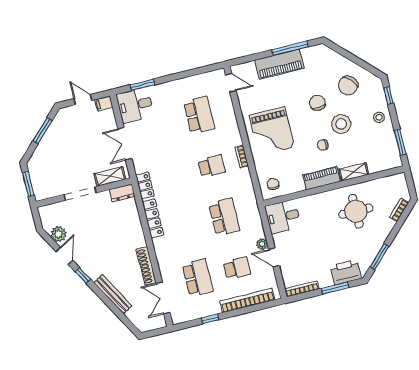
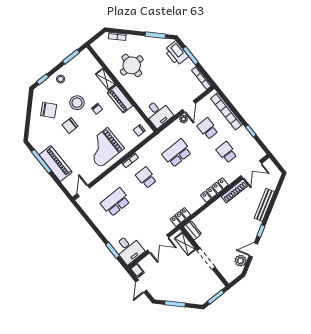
grand piano: (272, 131) -> (104, 148), turned 180
locker: (153, 218) -> (214, 190), moved
school desk: (198, 278) -> (227, 152), width x0.54

